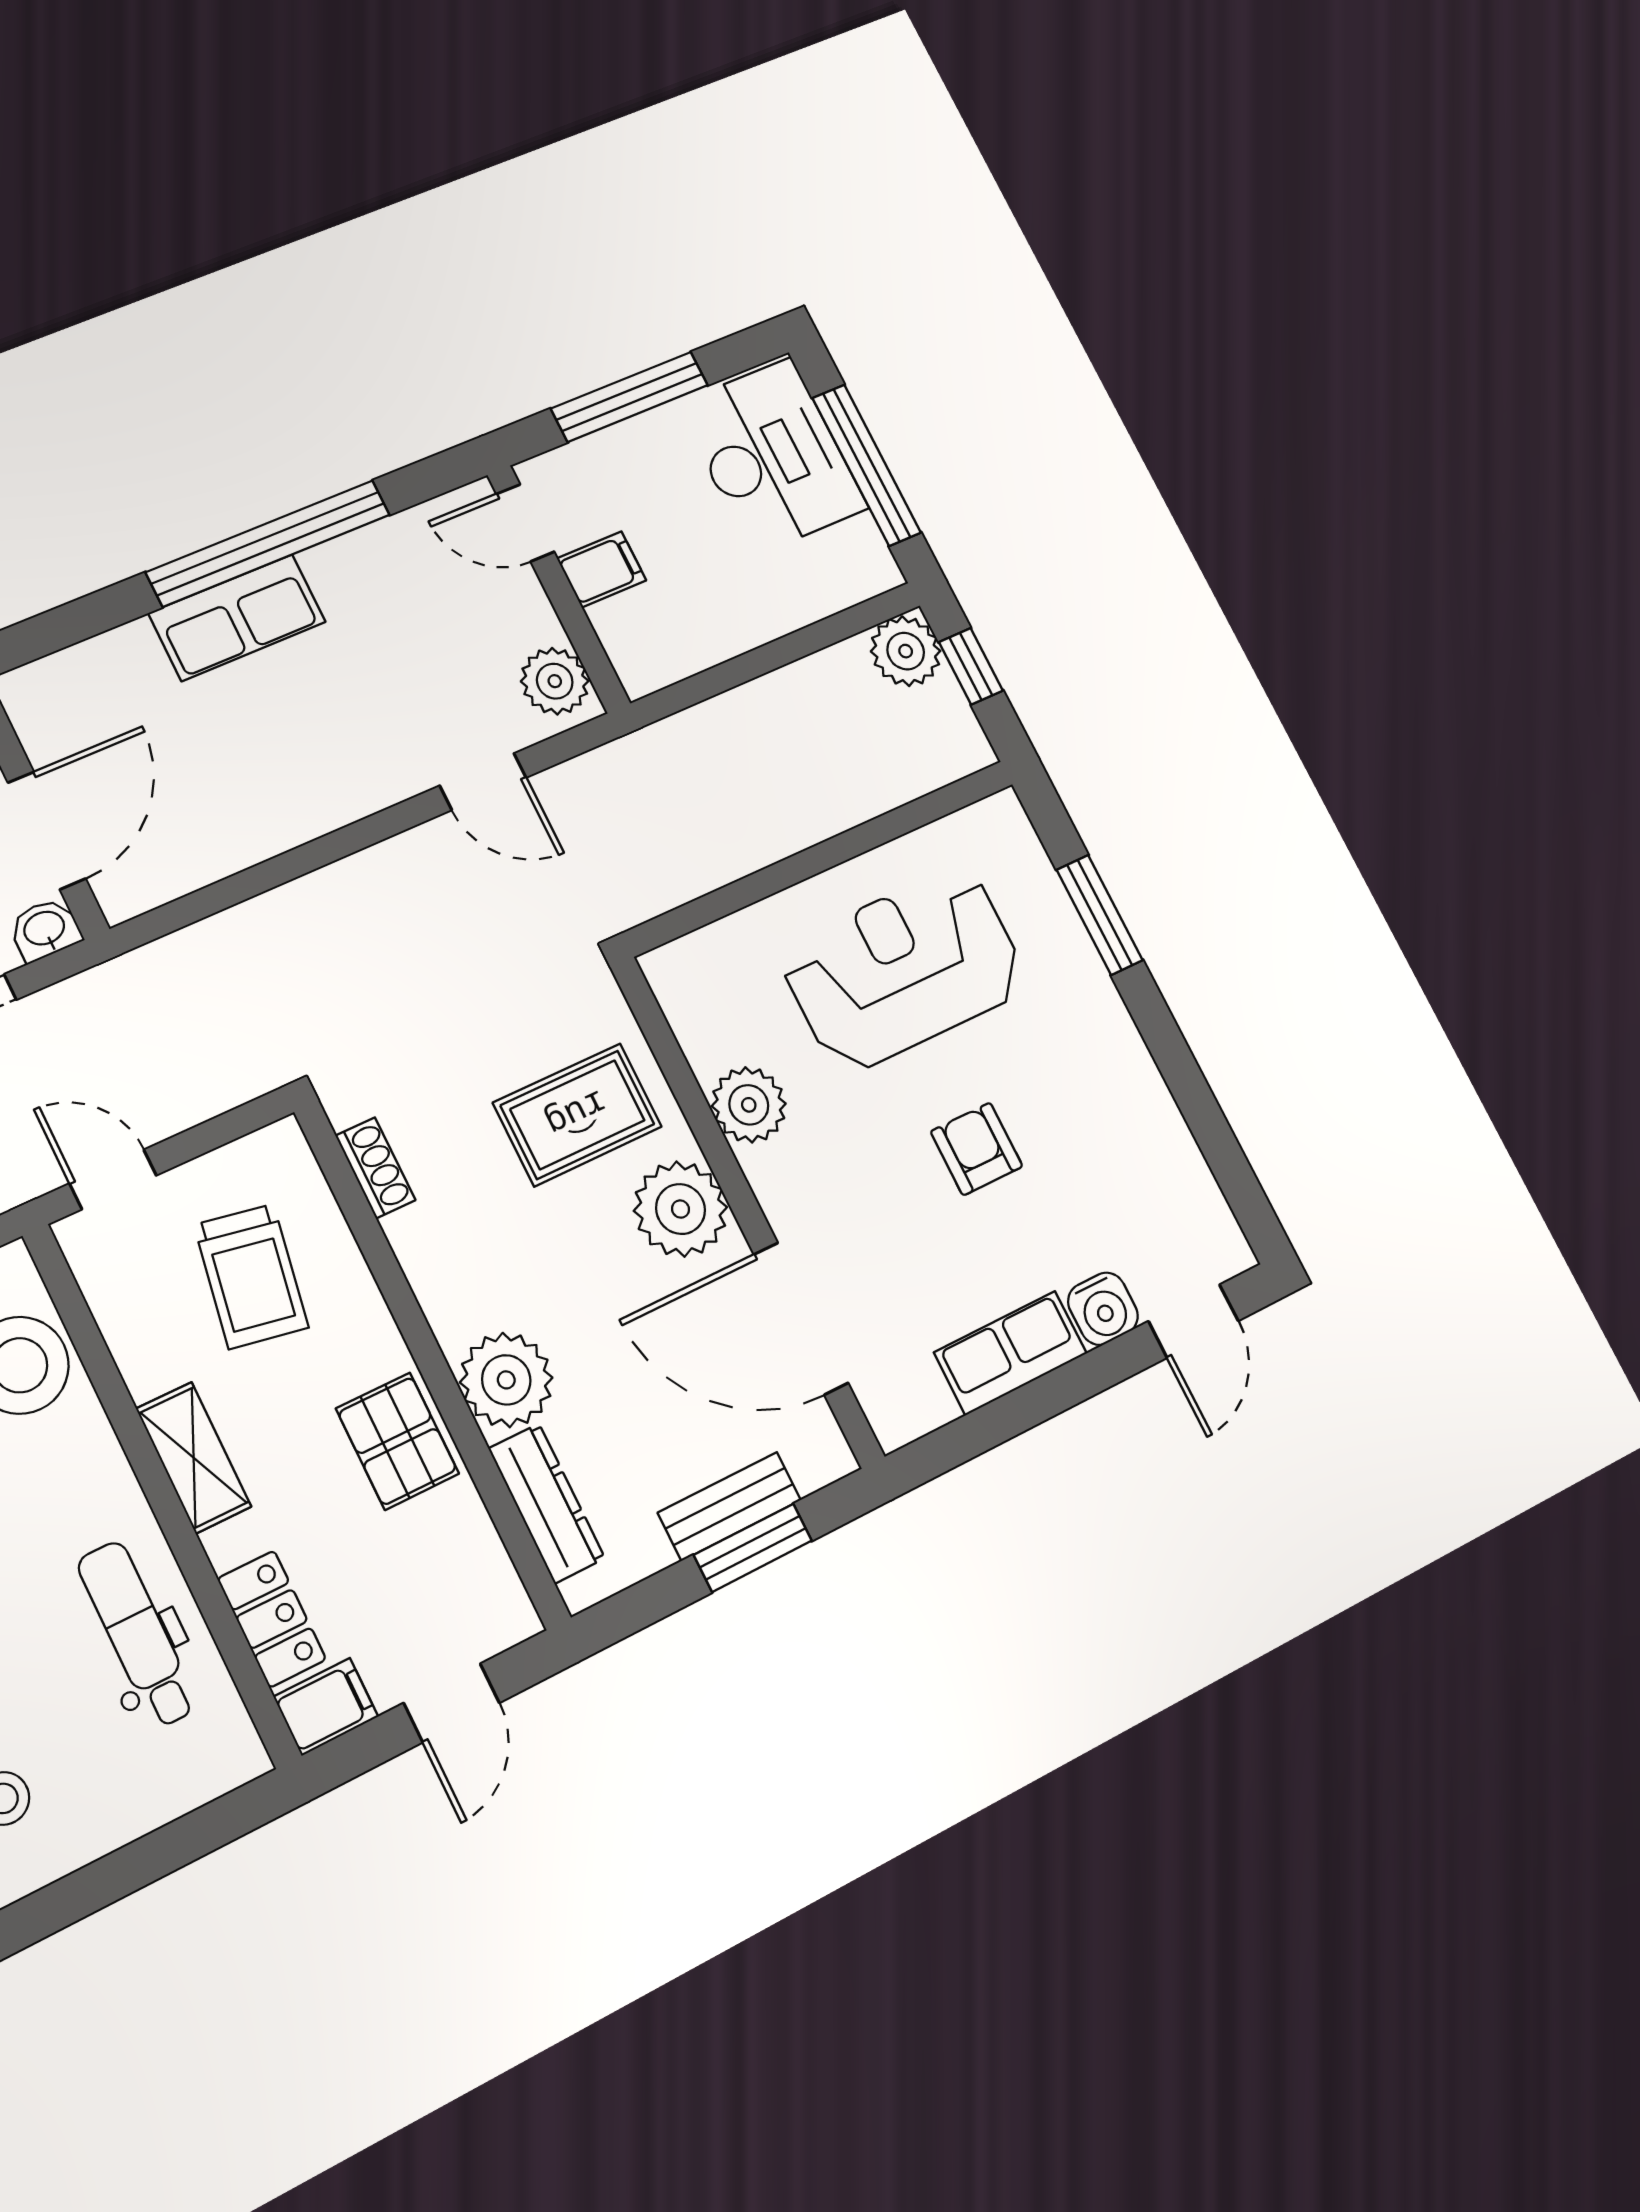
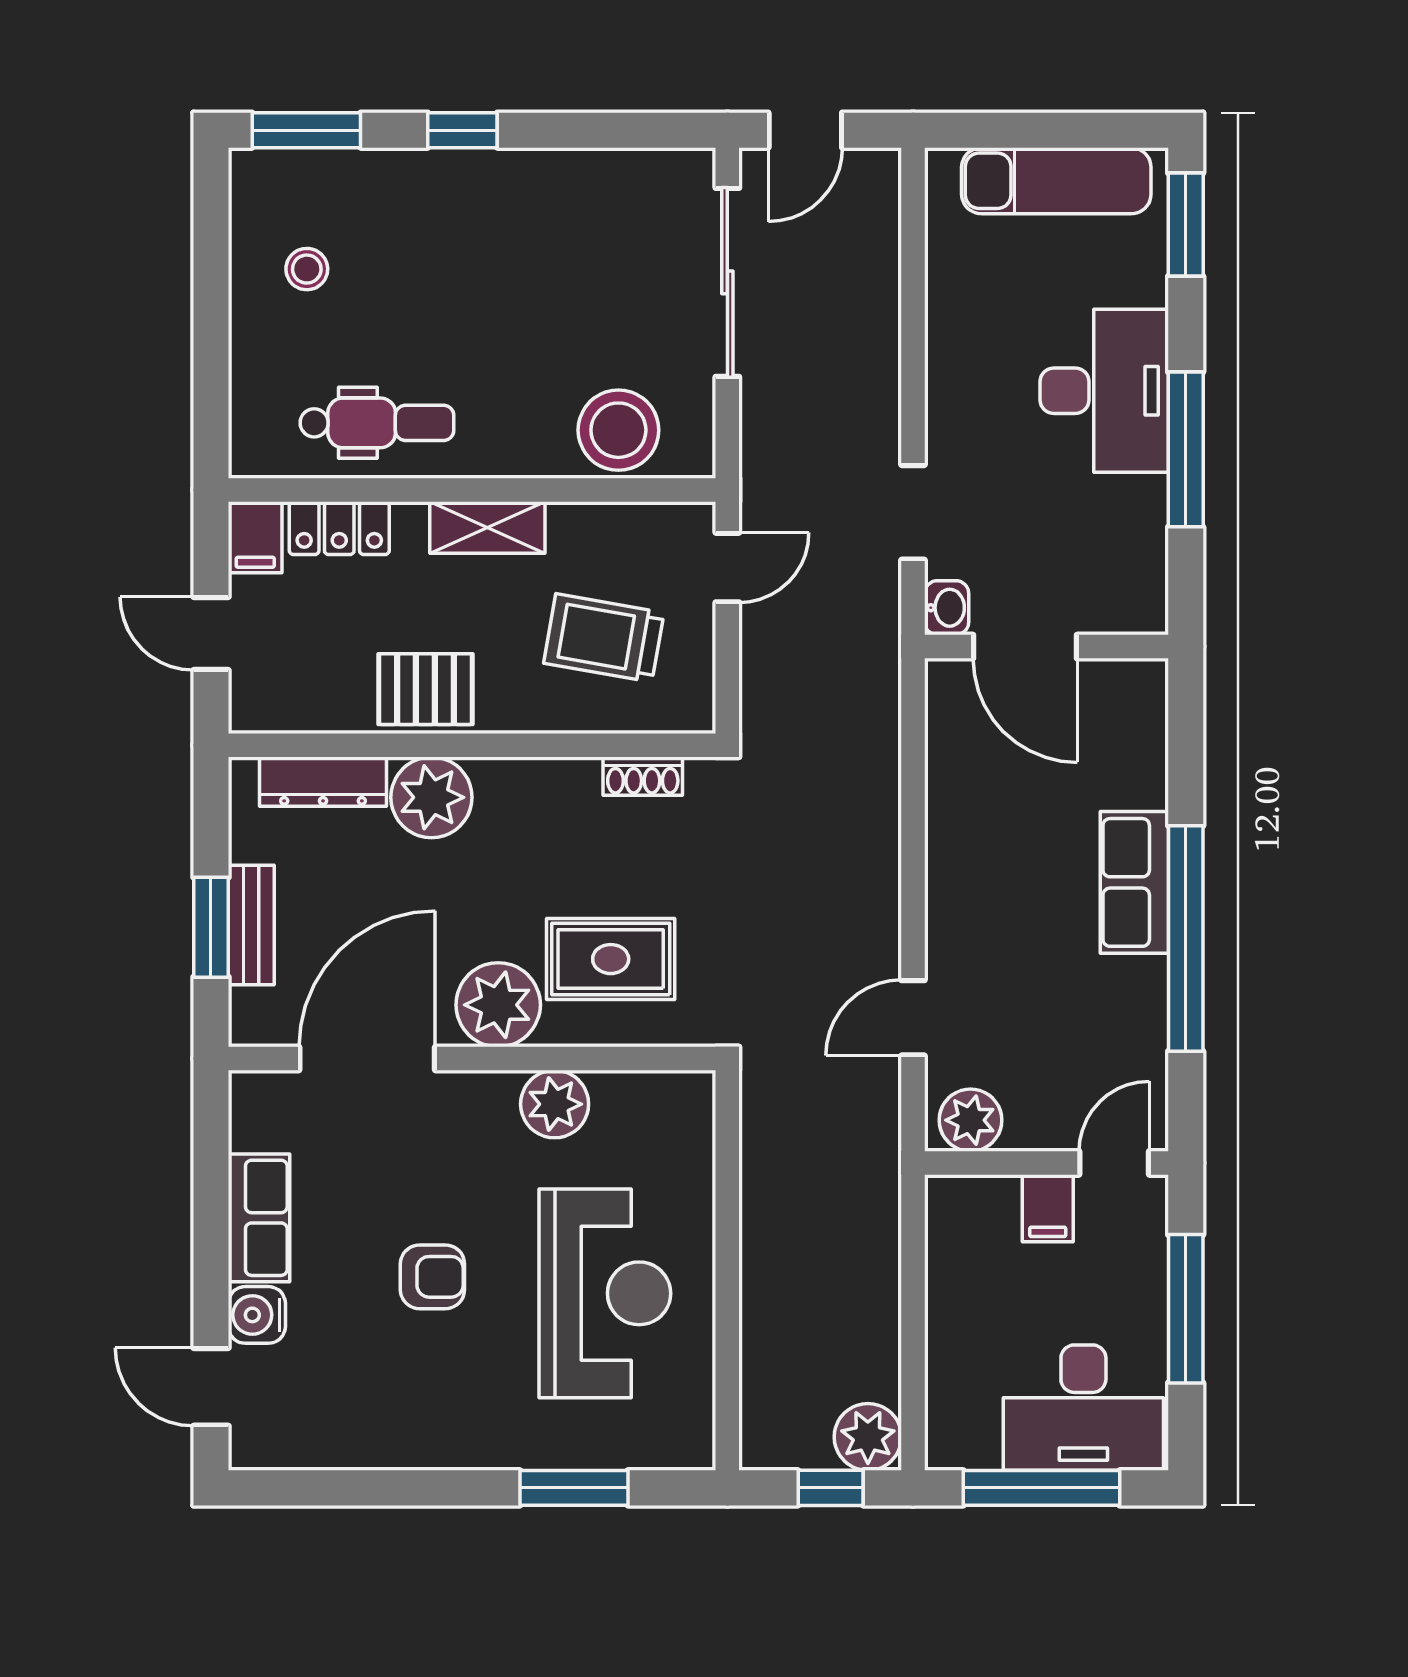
rug: (577, 1115) -> (611, 959), turned 90

